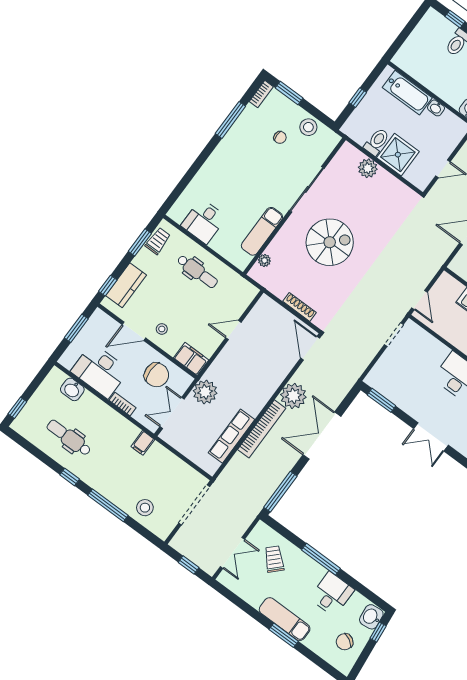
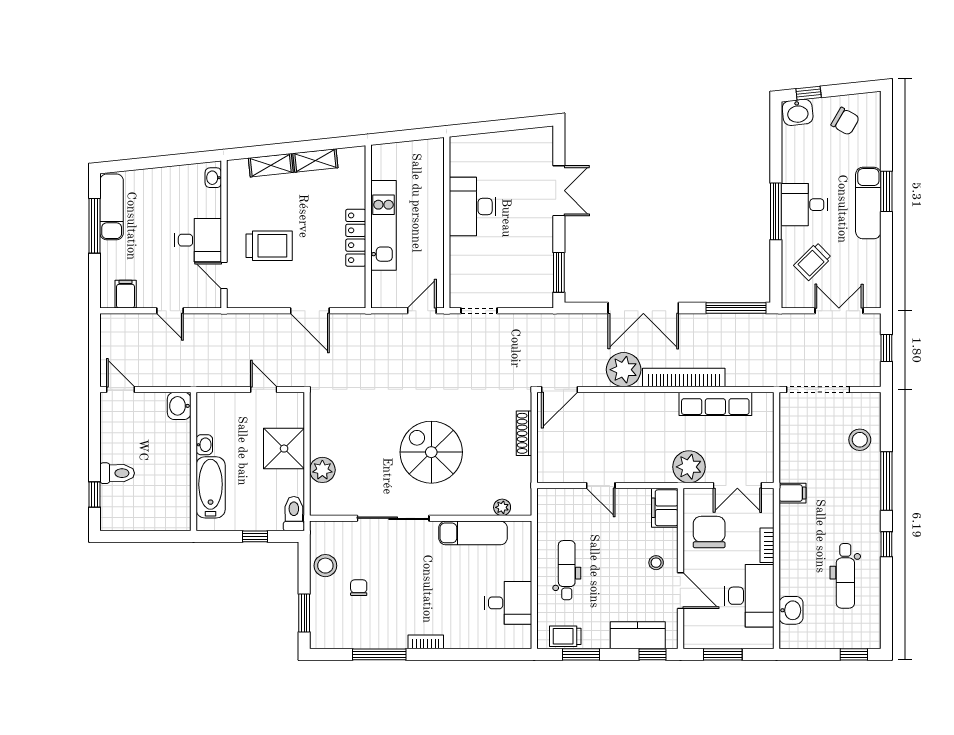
bookcase: (261, 94) -> (426, 642), moved
toilet: (377, 142) -> (294, 514), moved, turned 90
desk: (332, 594) -> (804, 205), moved

